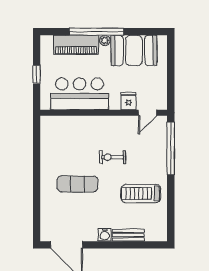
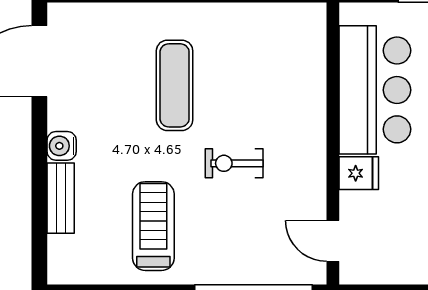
fridge: (128, 101) -> (359, 173), moved
exercise bike: (113, 157) -> (234, 163), turned -90

